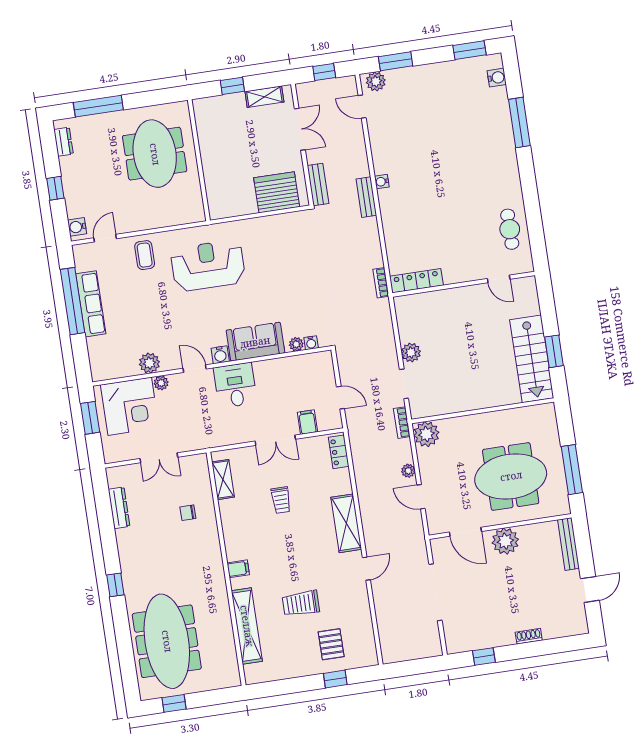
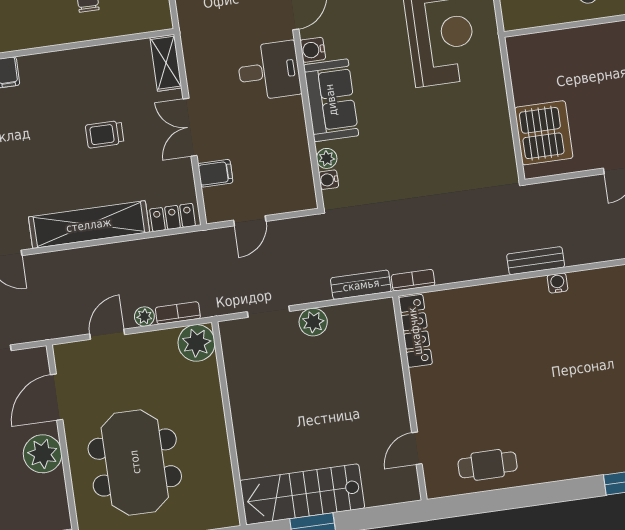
bench: (318, 185) -> (361, 285), moved
bookcase: (402, 423) -> (178, 313), moved
shelving: (223, 480) -> (166, 63), moved, turned 90
shelving: (346, 523) -> (89, 225), width x1.47

